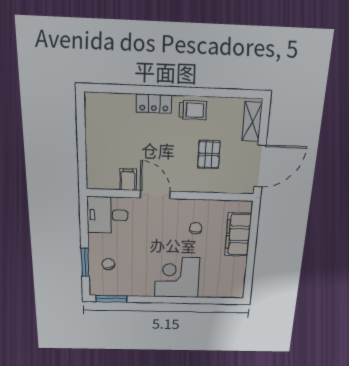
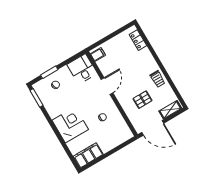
locker: (154, 103) -> (138, 40), moved
filing cabinet: (128, 180) -> (98, 54), moved
filing cabinet: (238, 235) -> (88, 155), moved

